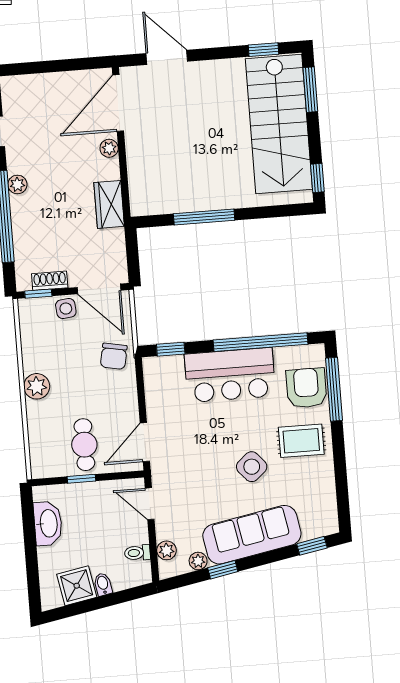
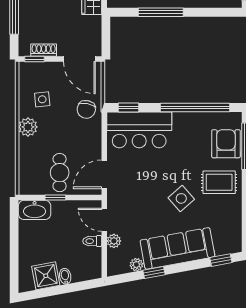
side table: (66, 309) -> (42, 99), moved
bar counter: (230, 375) -> (139, 130), moved
washbasin: (48, 523) -> (35, 210), moved, turned 90
plant: (167, 550) -> (114, 241), moved
toilet: (137, 553) -> (92, 241), moved

